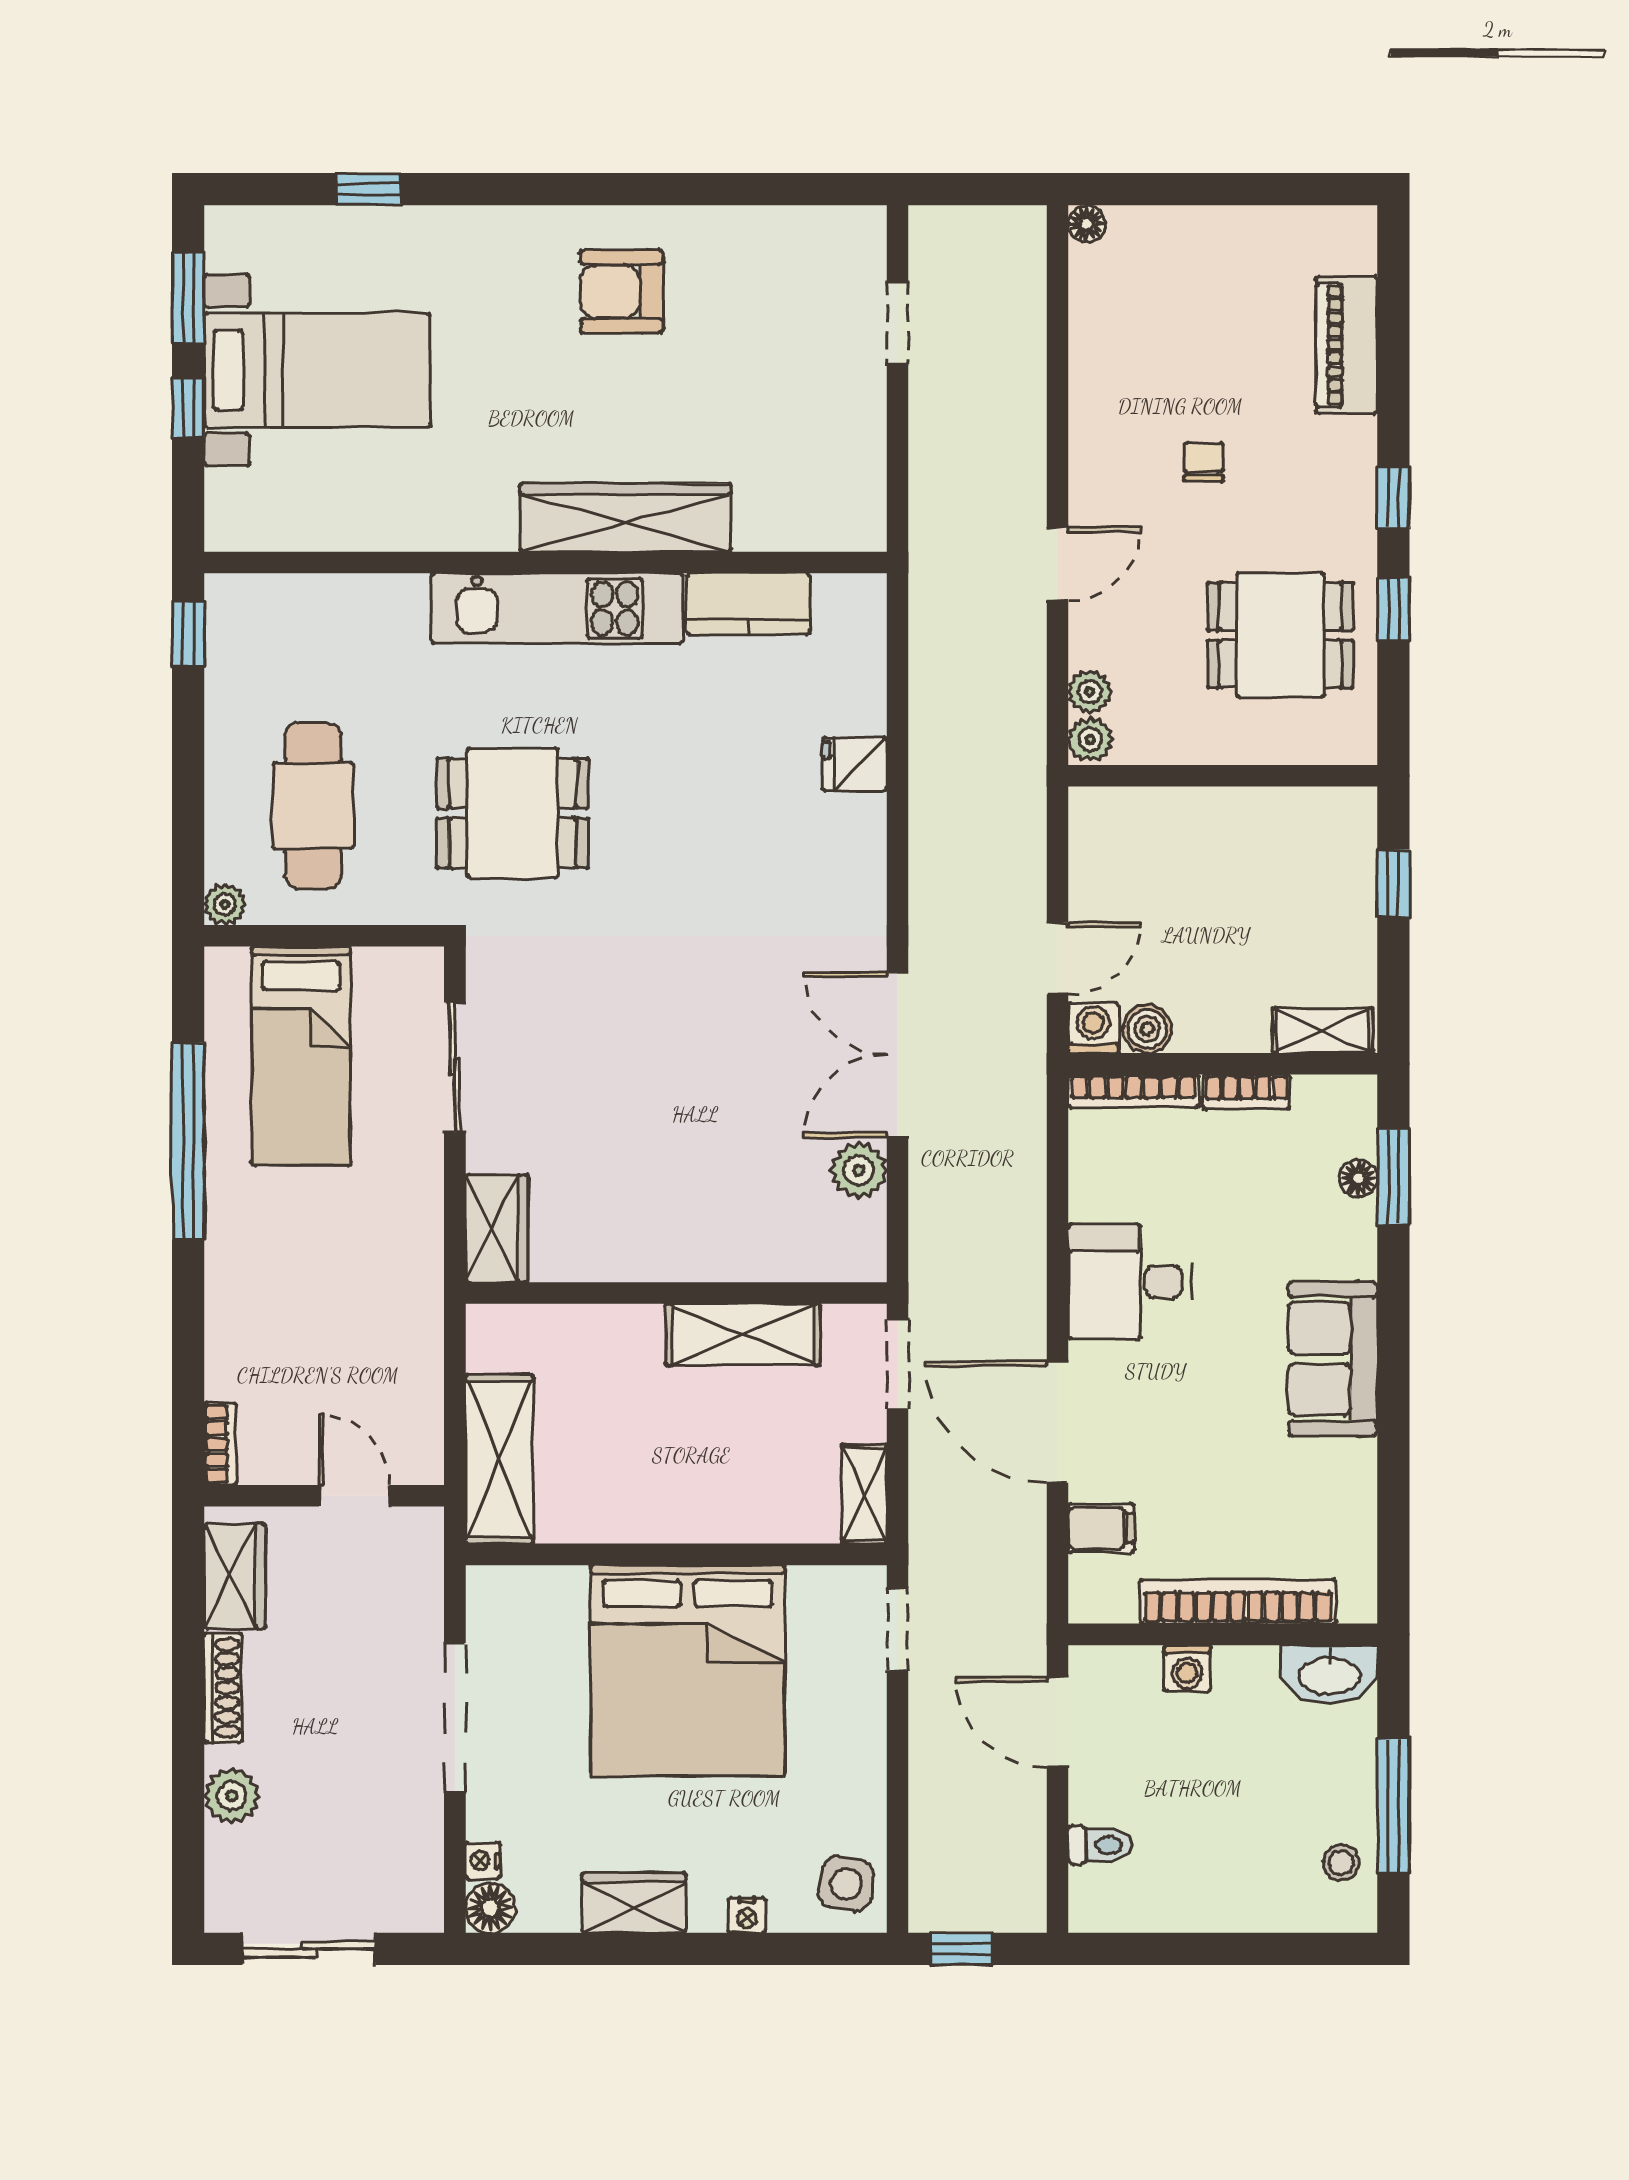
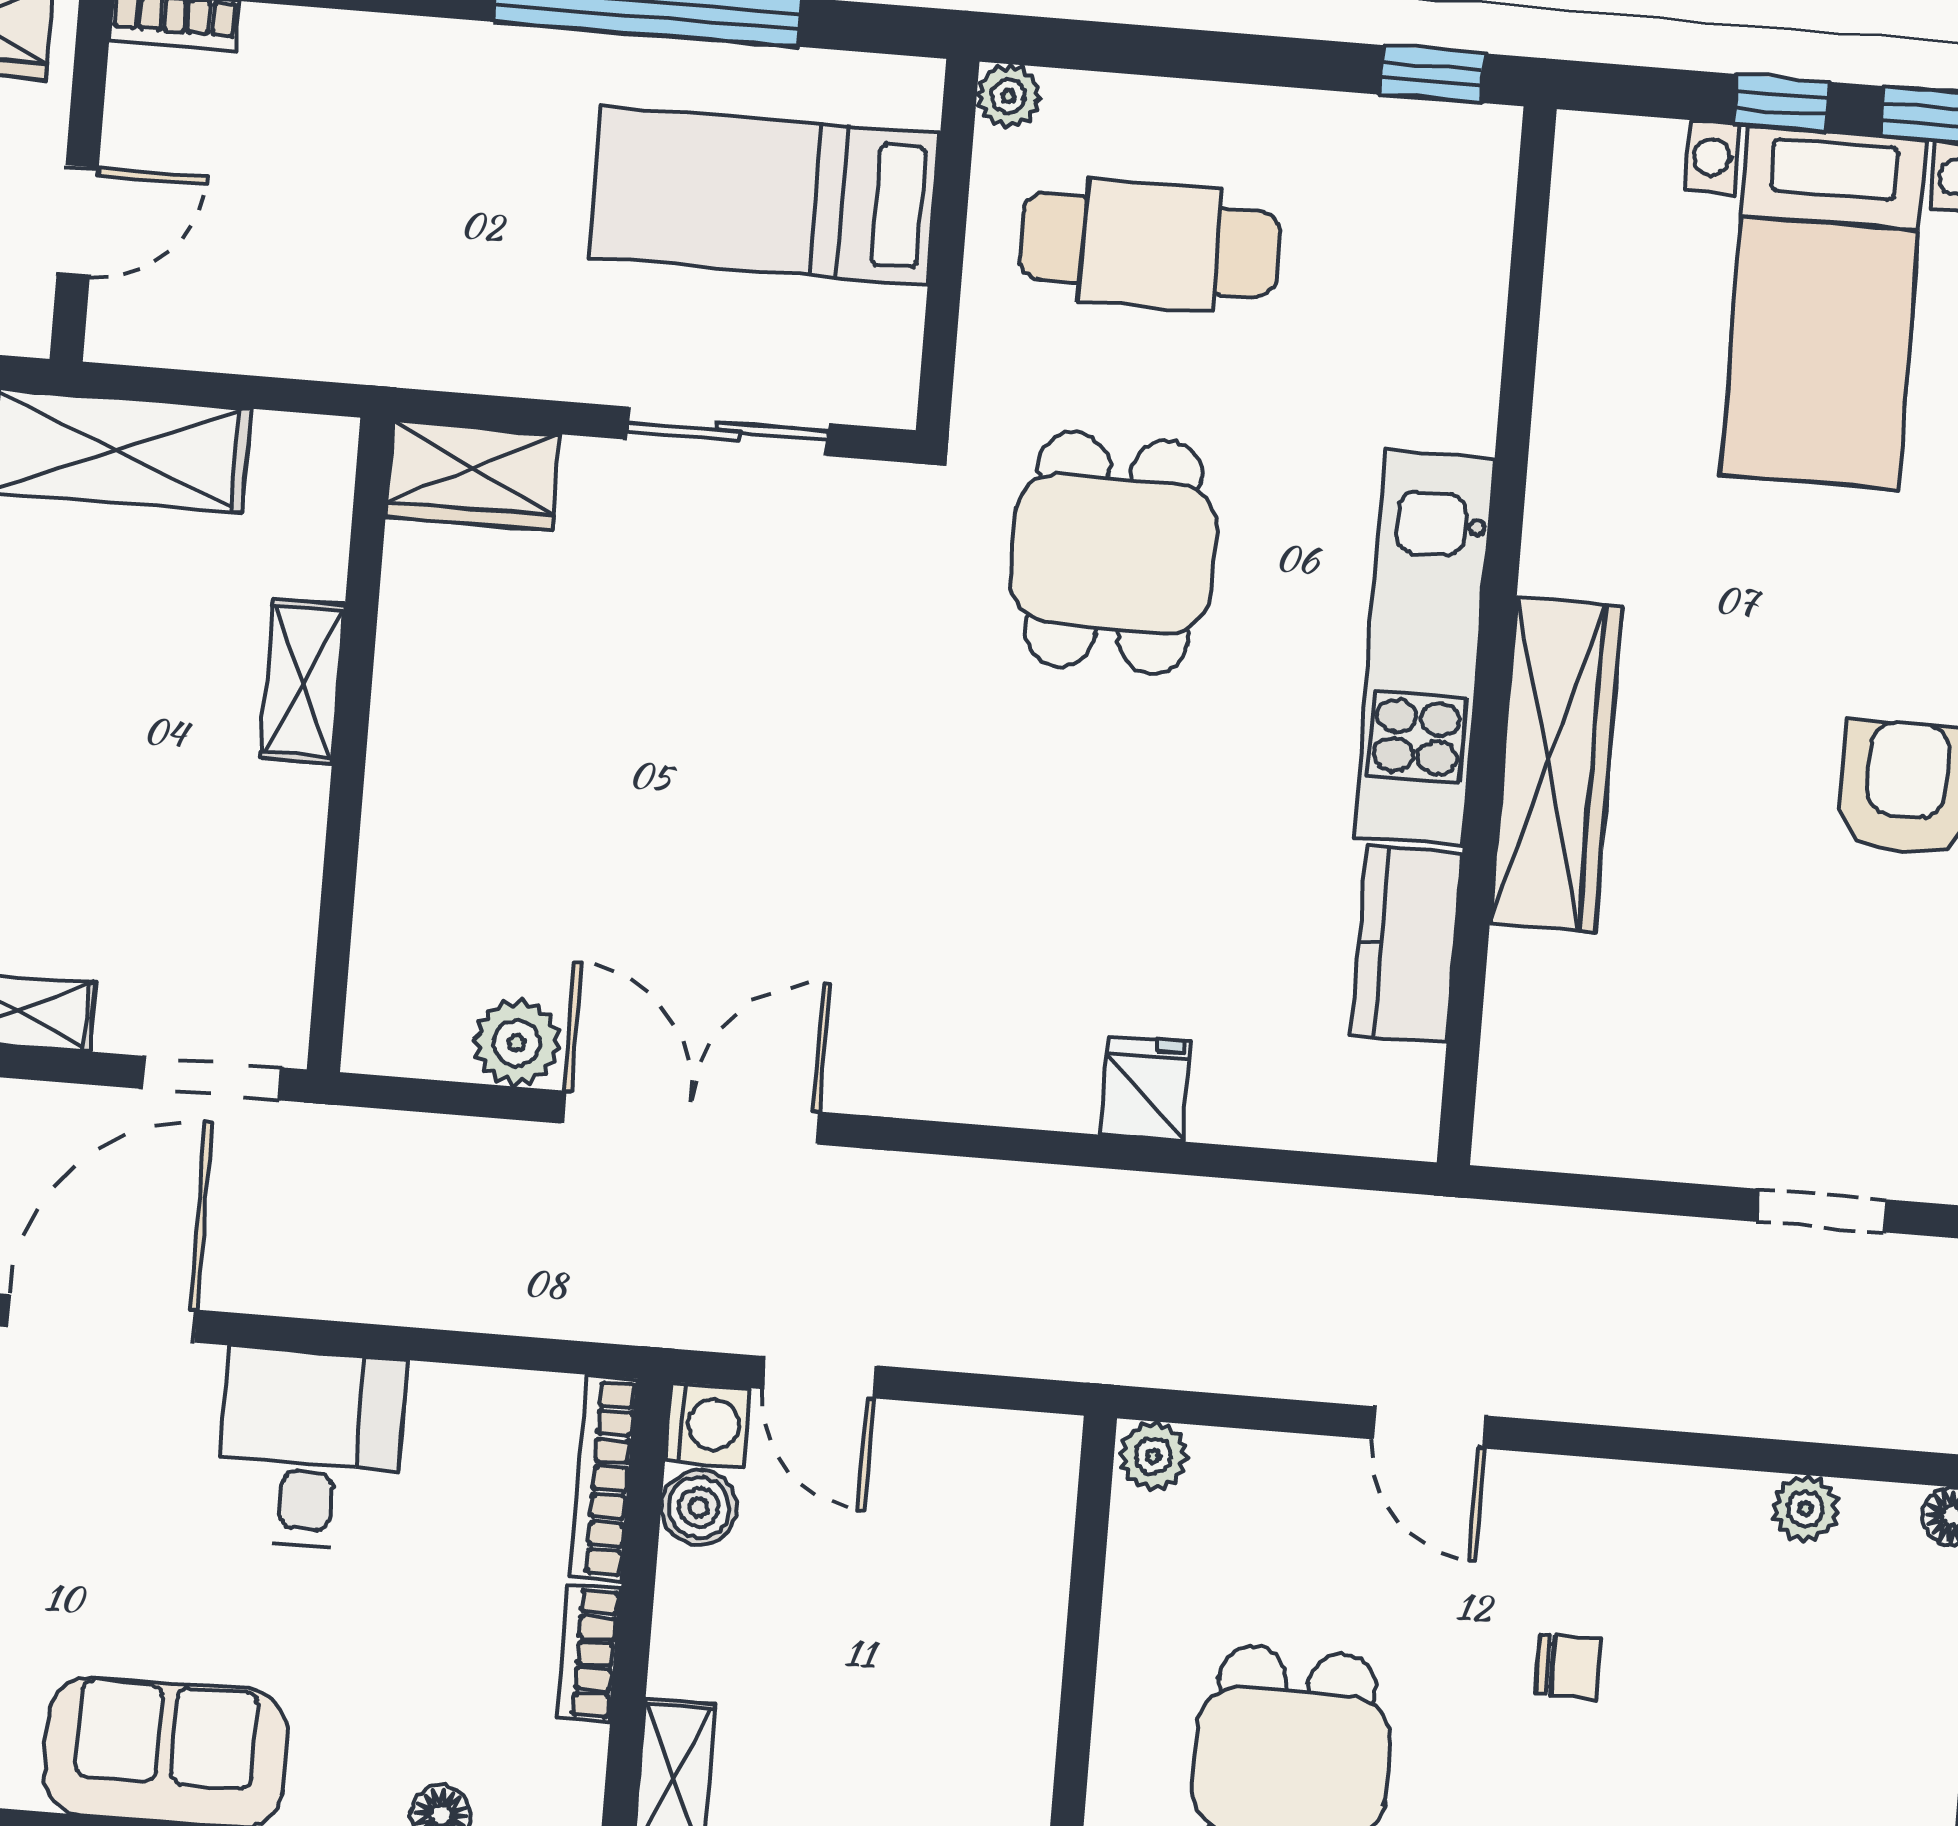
plant: (1090, 691) -> (1805, 1509), moved
shelving: (743, 1335) -> (303, 681), moved, width x0.67, depth x0.75

